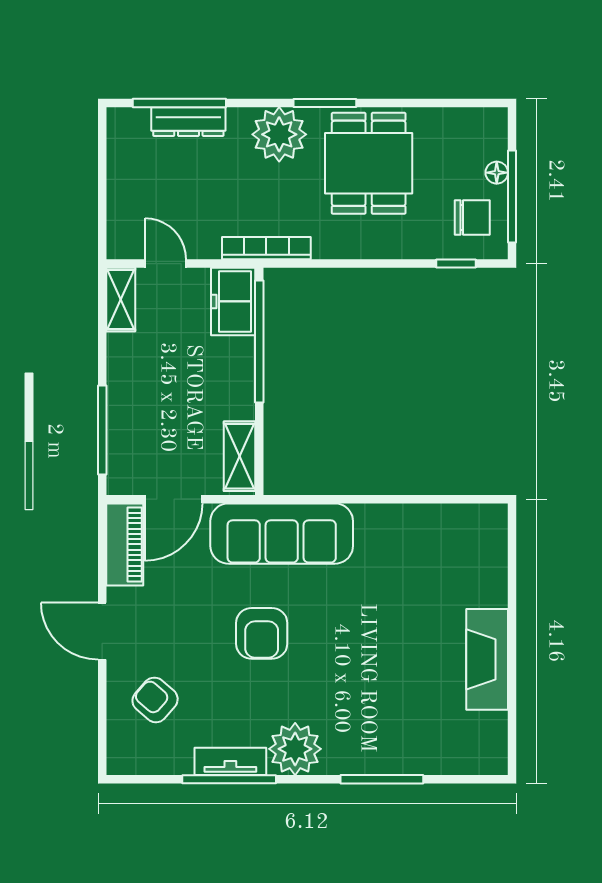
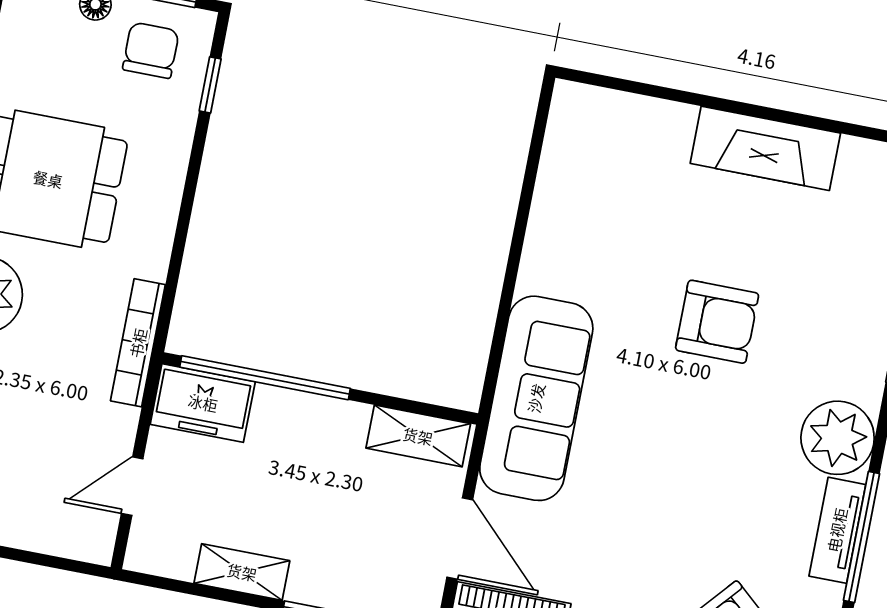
shelving: (121, 300) -> (242, 572), moved
armchair: (262, 633) -> (717, 322), moved

